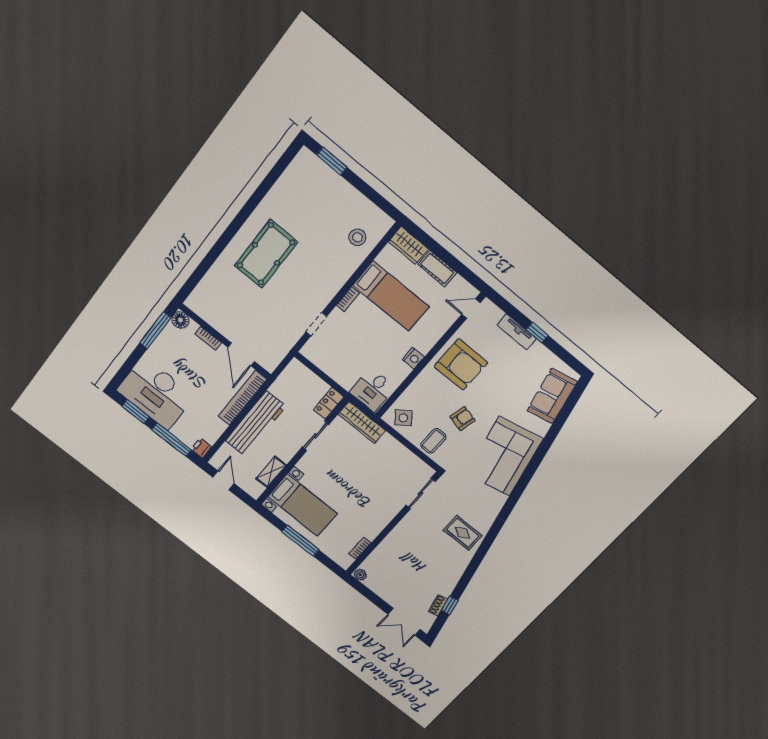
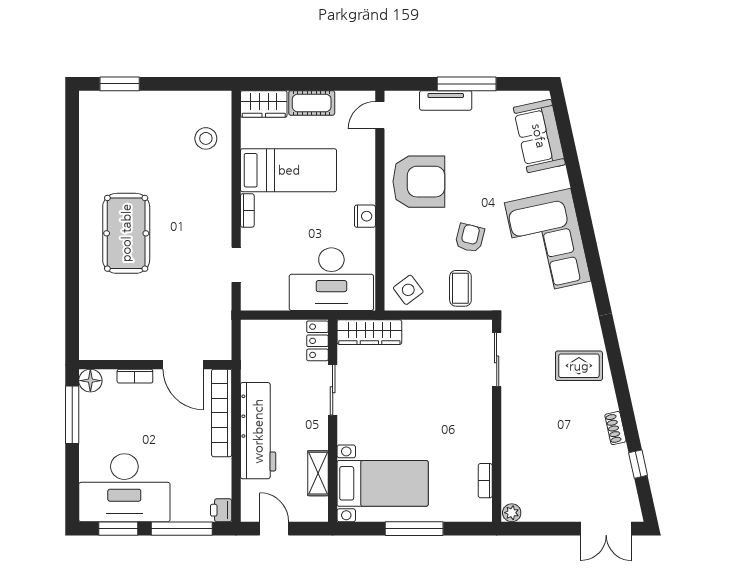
window: (537, 333) -> (467, 84), width x2.17
desk: (372, 390) -> (331, 279), width x1.87, depth x1.30
shoe rack: (438, 605) -> (615, 428), moved

